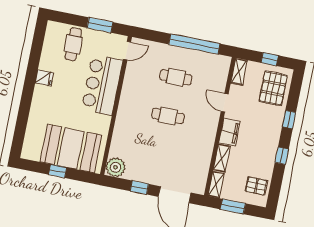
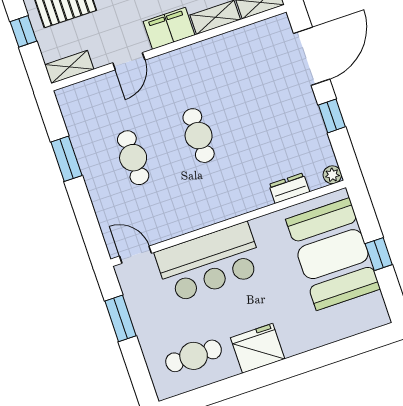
cafe table: (73, 44) -> (194, 356), moved
window: (194, 44) -> (66, 159), width x0.47
fridge: (44, 78) -> (258, 348), width x1.88, depth x1.34
dresser: (116, 146) -> (289, 188), added
plant: (116, 167) -> (332, 175), width x0.53, depth x0.53

